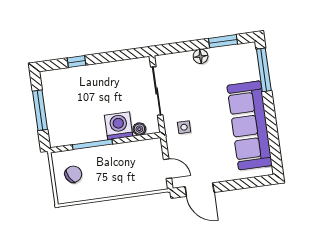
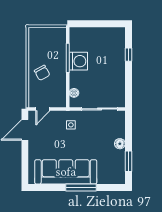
window: (264, 70) -> (81, 188), moved
window: (40, 110) -> (97, 24), removed
washing machine: (119, 126) -> (78, 61), moved
chair: (73, 174) -> (42, 73), moved

